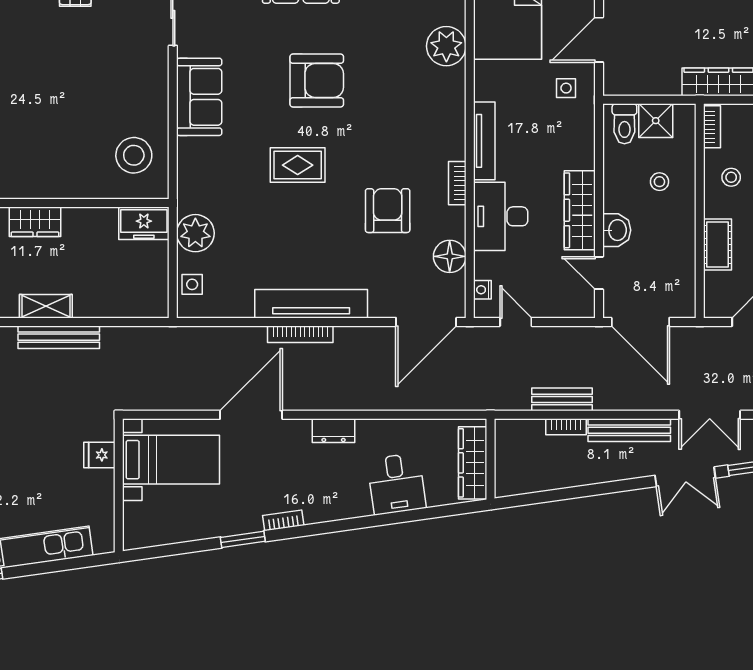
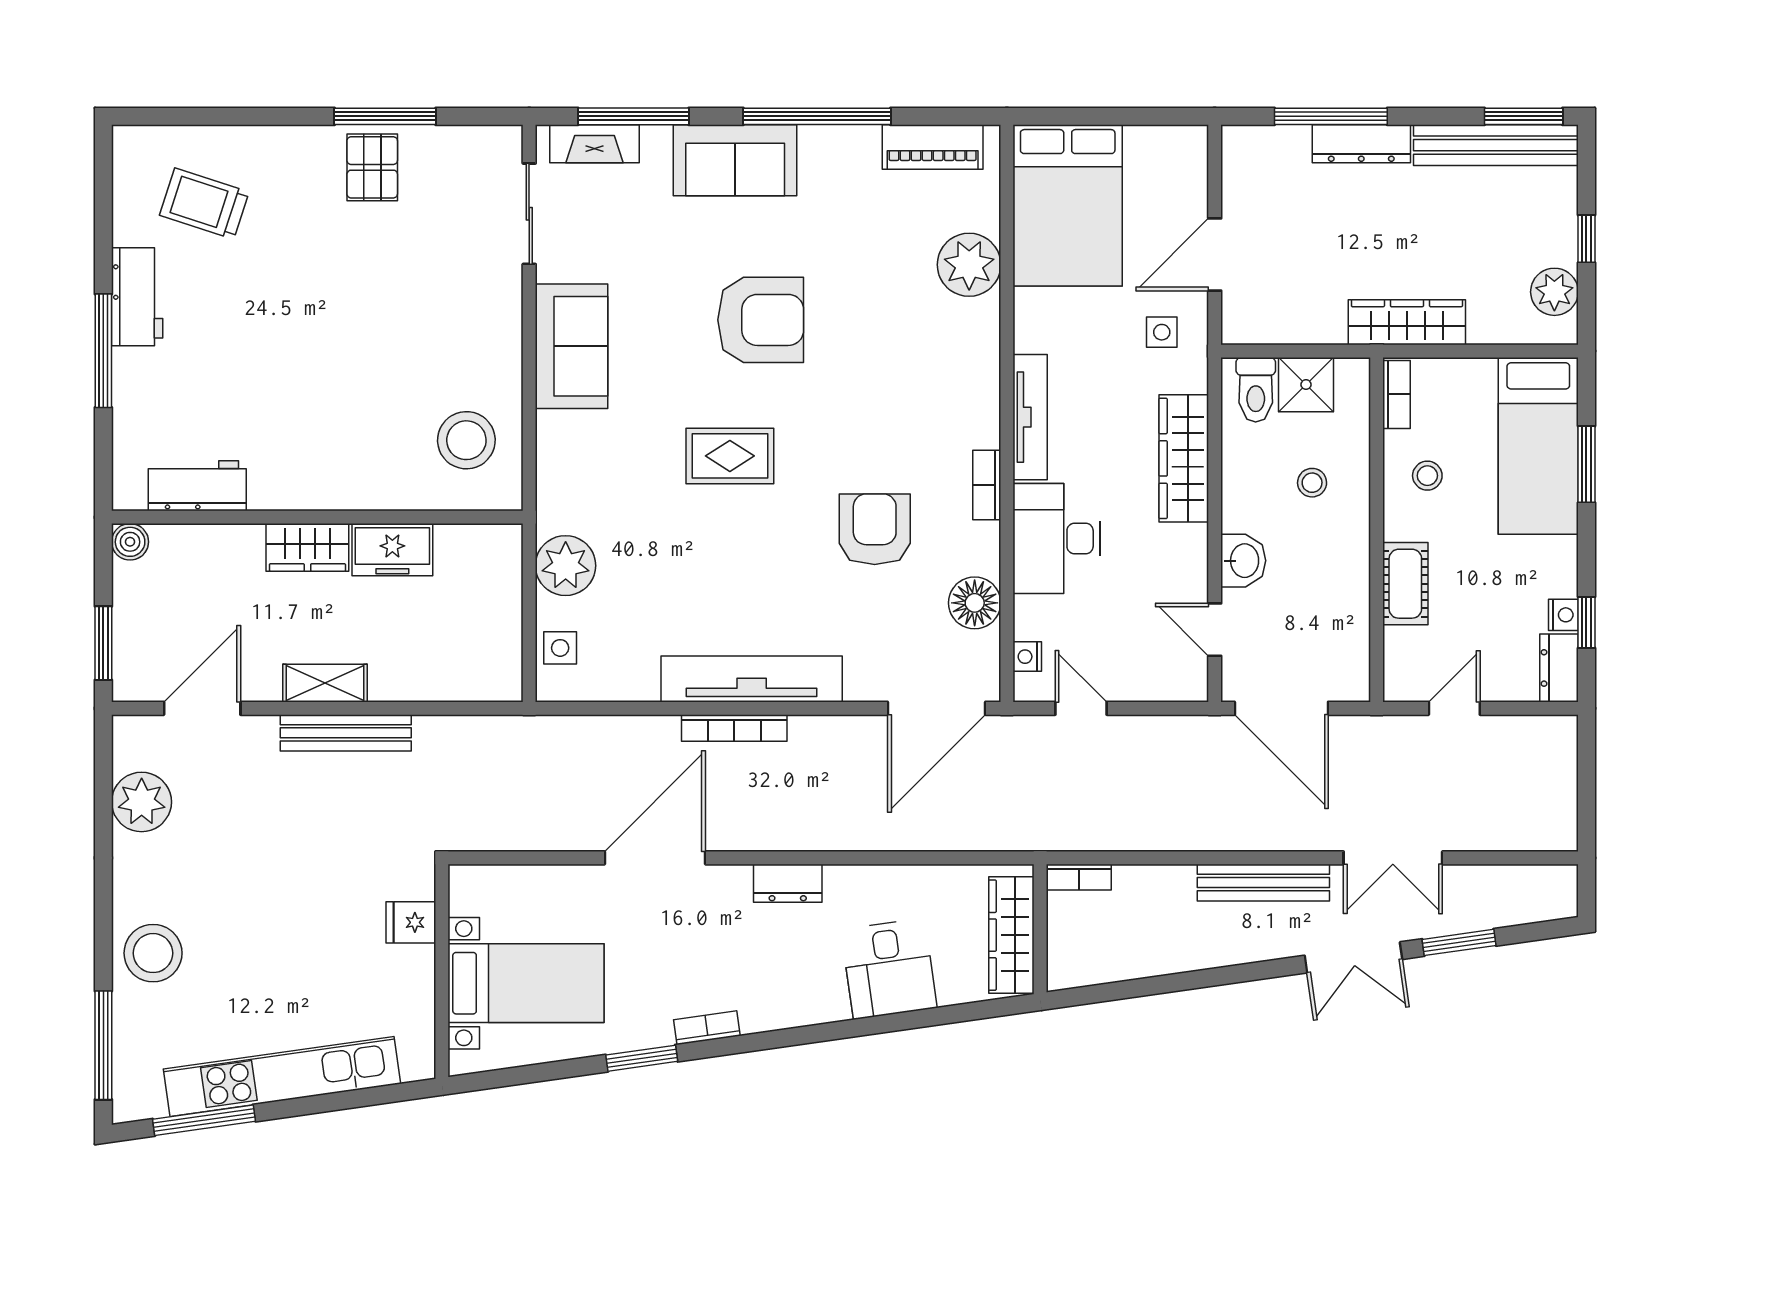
wardrobe: (580, 210) -> (1184, 458), moved
freezer: (144, 223) -> (392, 550), moved
bench: (562, 399) -> (1155, 833), removed
bookcase: (566, 427) -> (1079, 877), moved
bed with nightstands: (171, 460) -> (526, 983), moved

